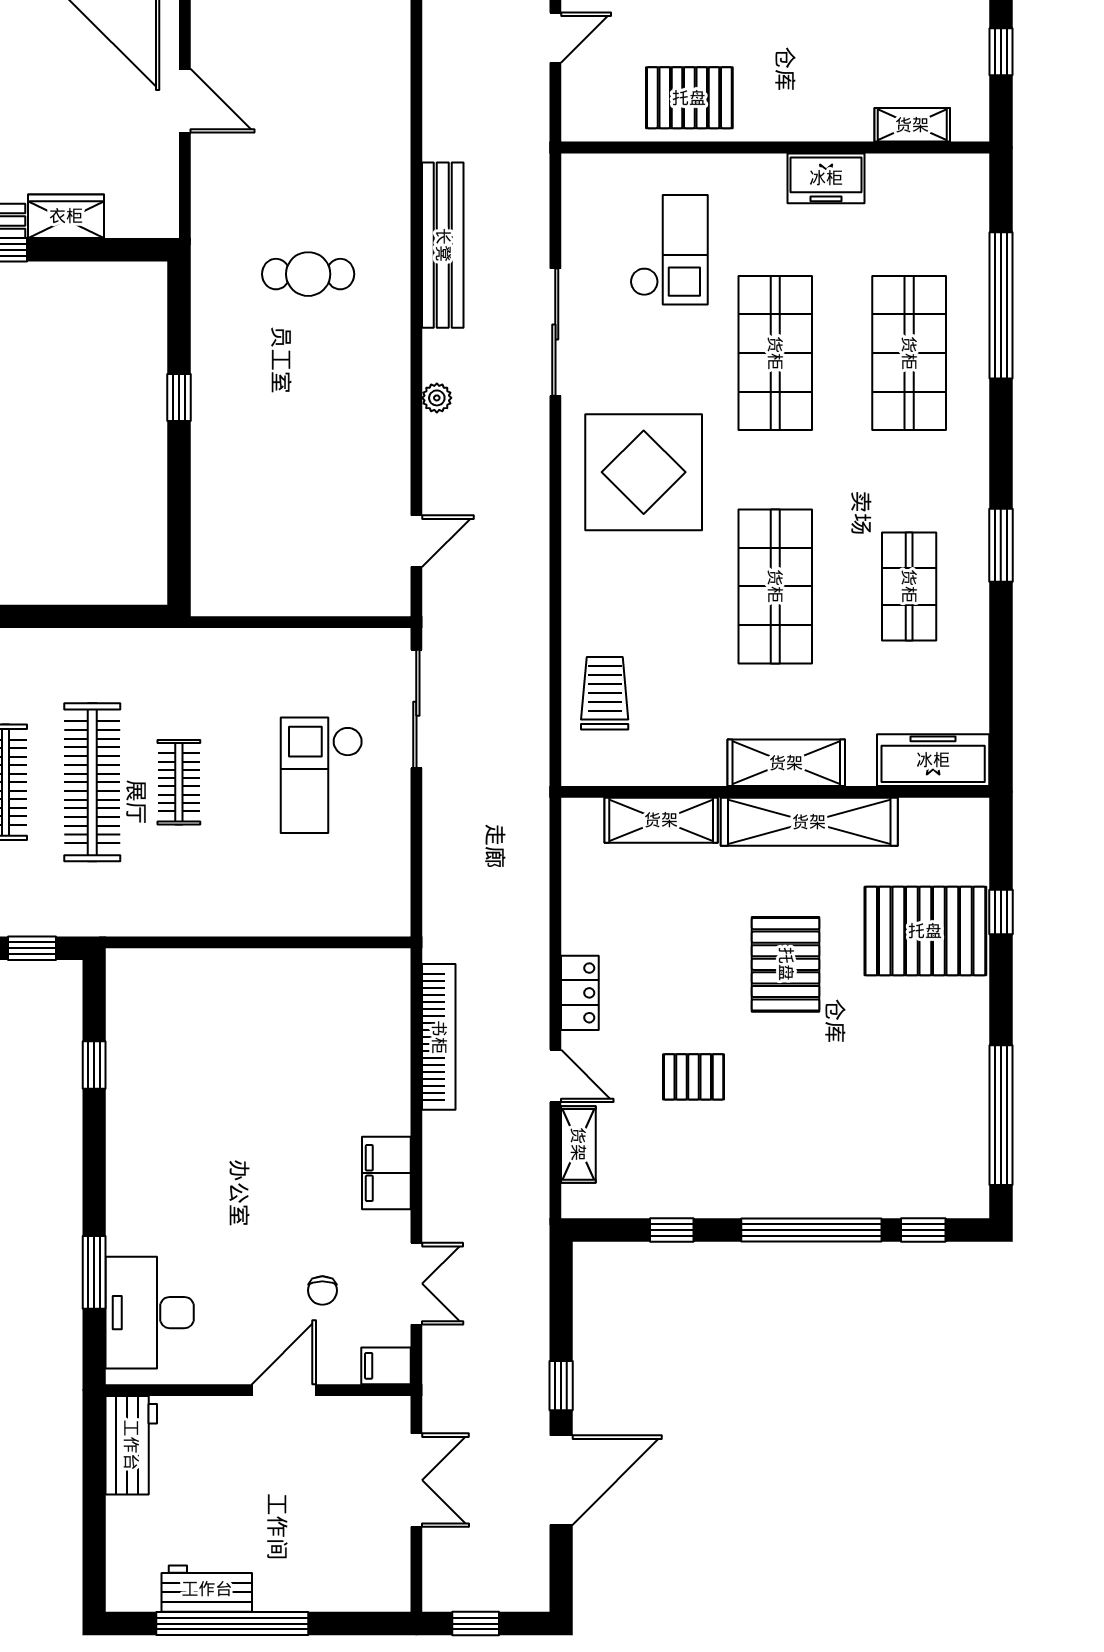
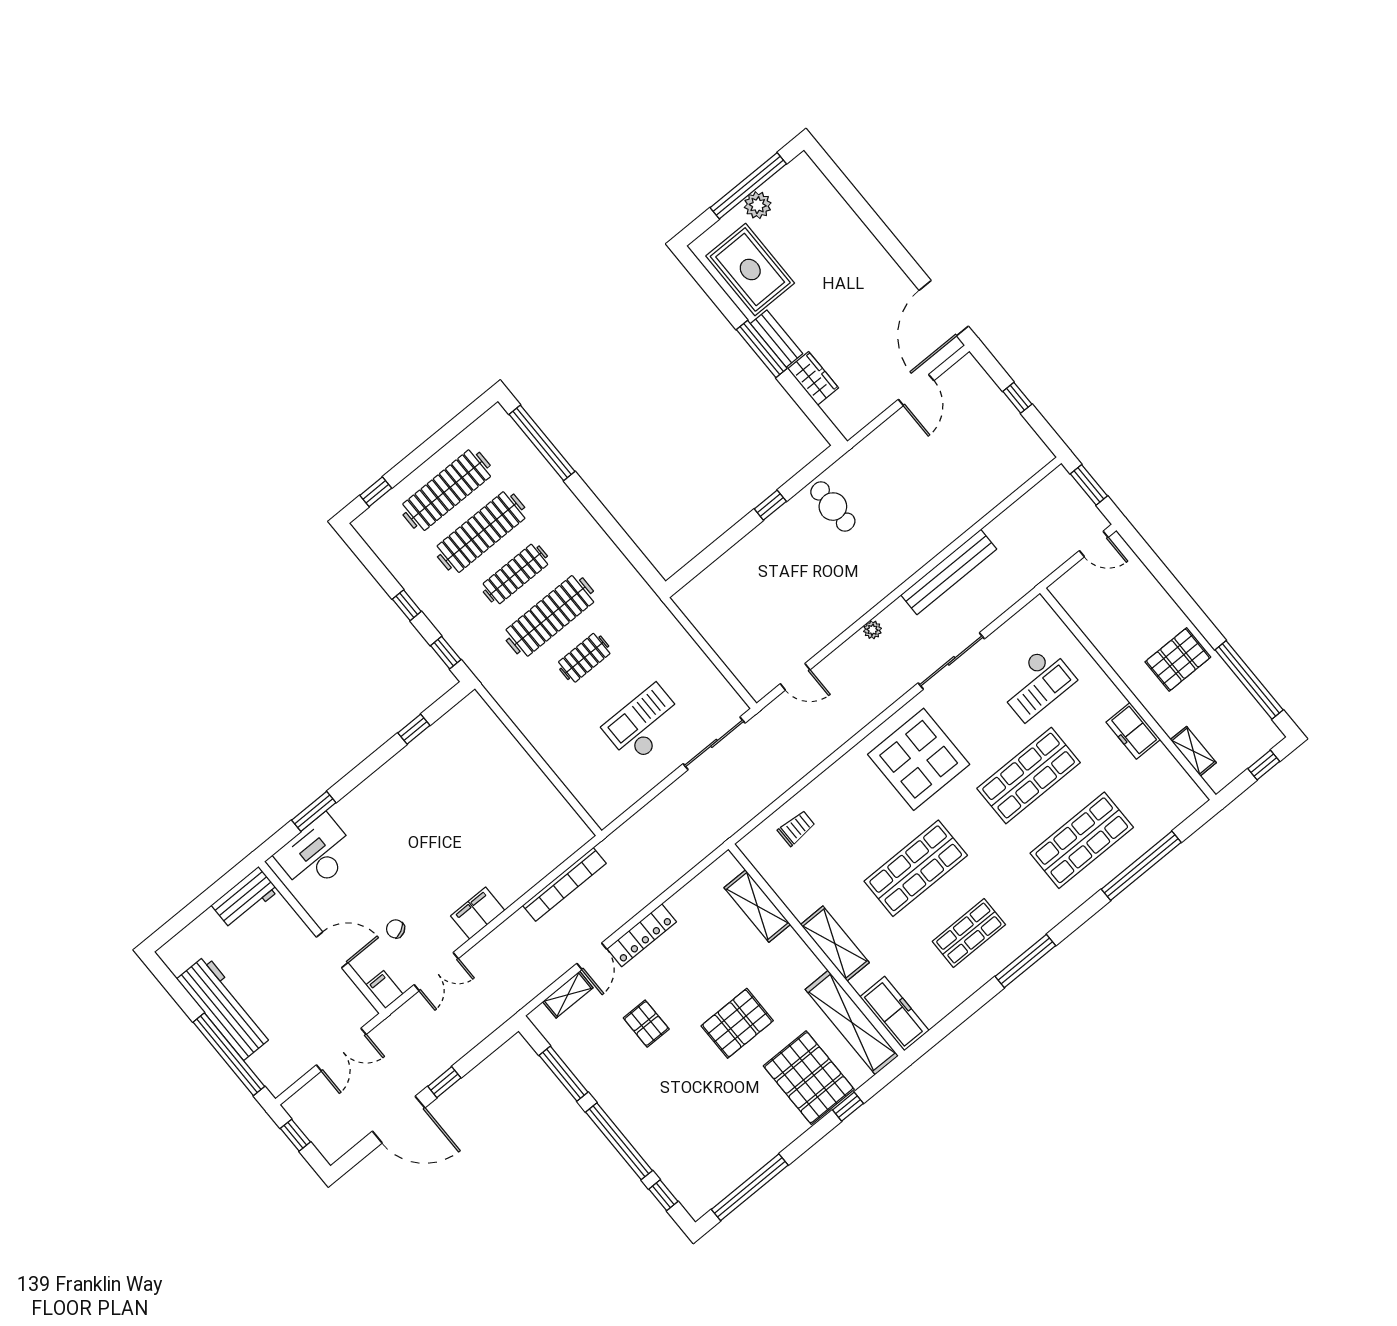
pallet: (689, 98) -> (1178, 659), moved, turned 90
cafe table: (308, 274) -> (833, 507), moved
window: (1001, 545) -> (1025, 961), width x1.44
trolley: (605, 693) -> (796, 828), width x0.73, depth x0.72
shelving: (809, 822) -> (852, 1023), moved
locker: (580, 993) -> (642, 935), width x1.53
window: (672, 1230) -> (564, 1074), width x2.17
chair: (322, 1290) -> (396, 929), turned 62
workbench: (207, 1589) -> (225, 1008), width x1.88, depth x1.32
window: (232, 1624) -> (229, 1054), moved

